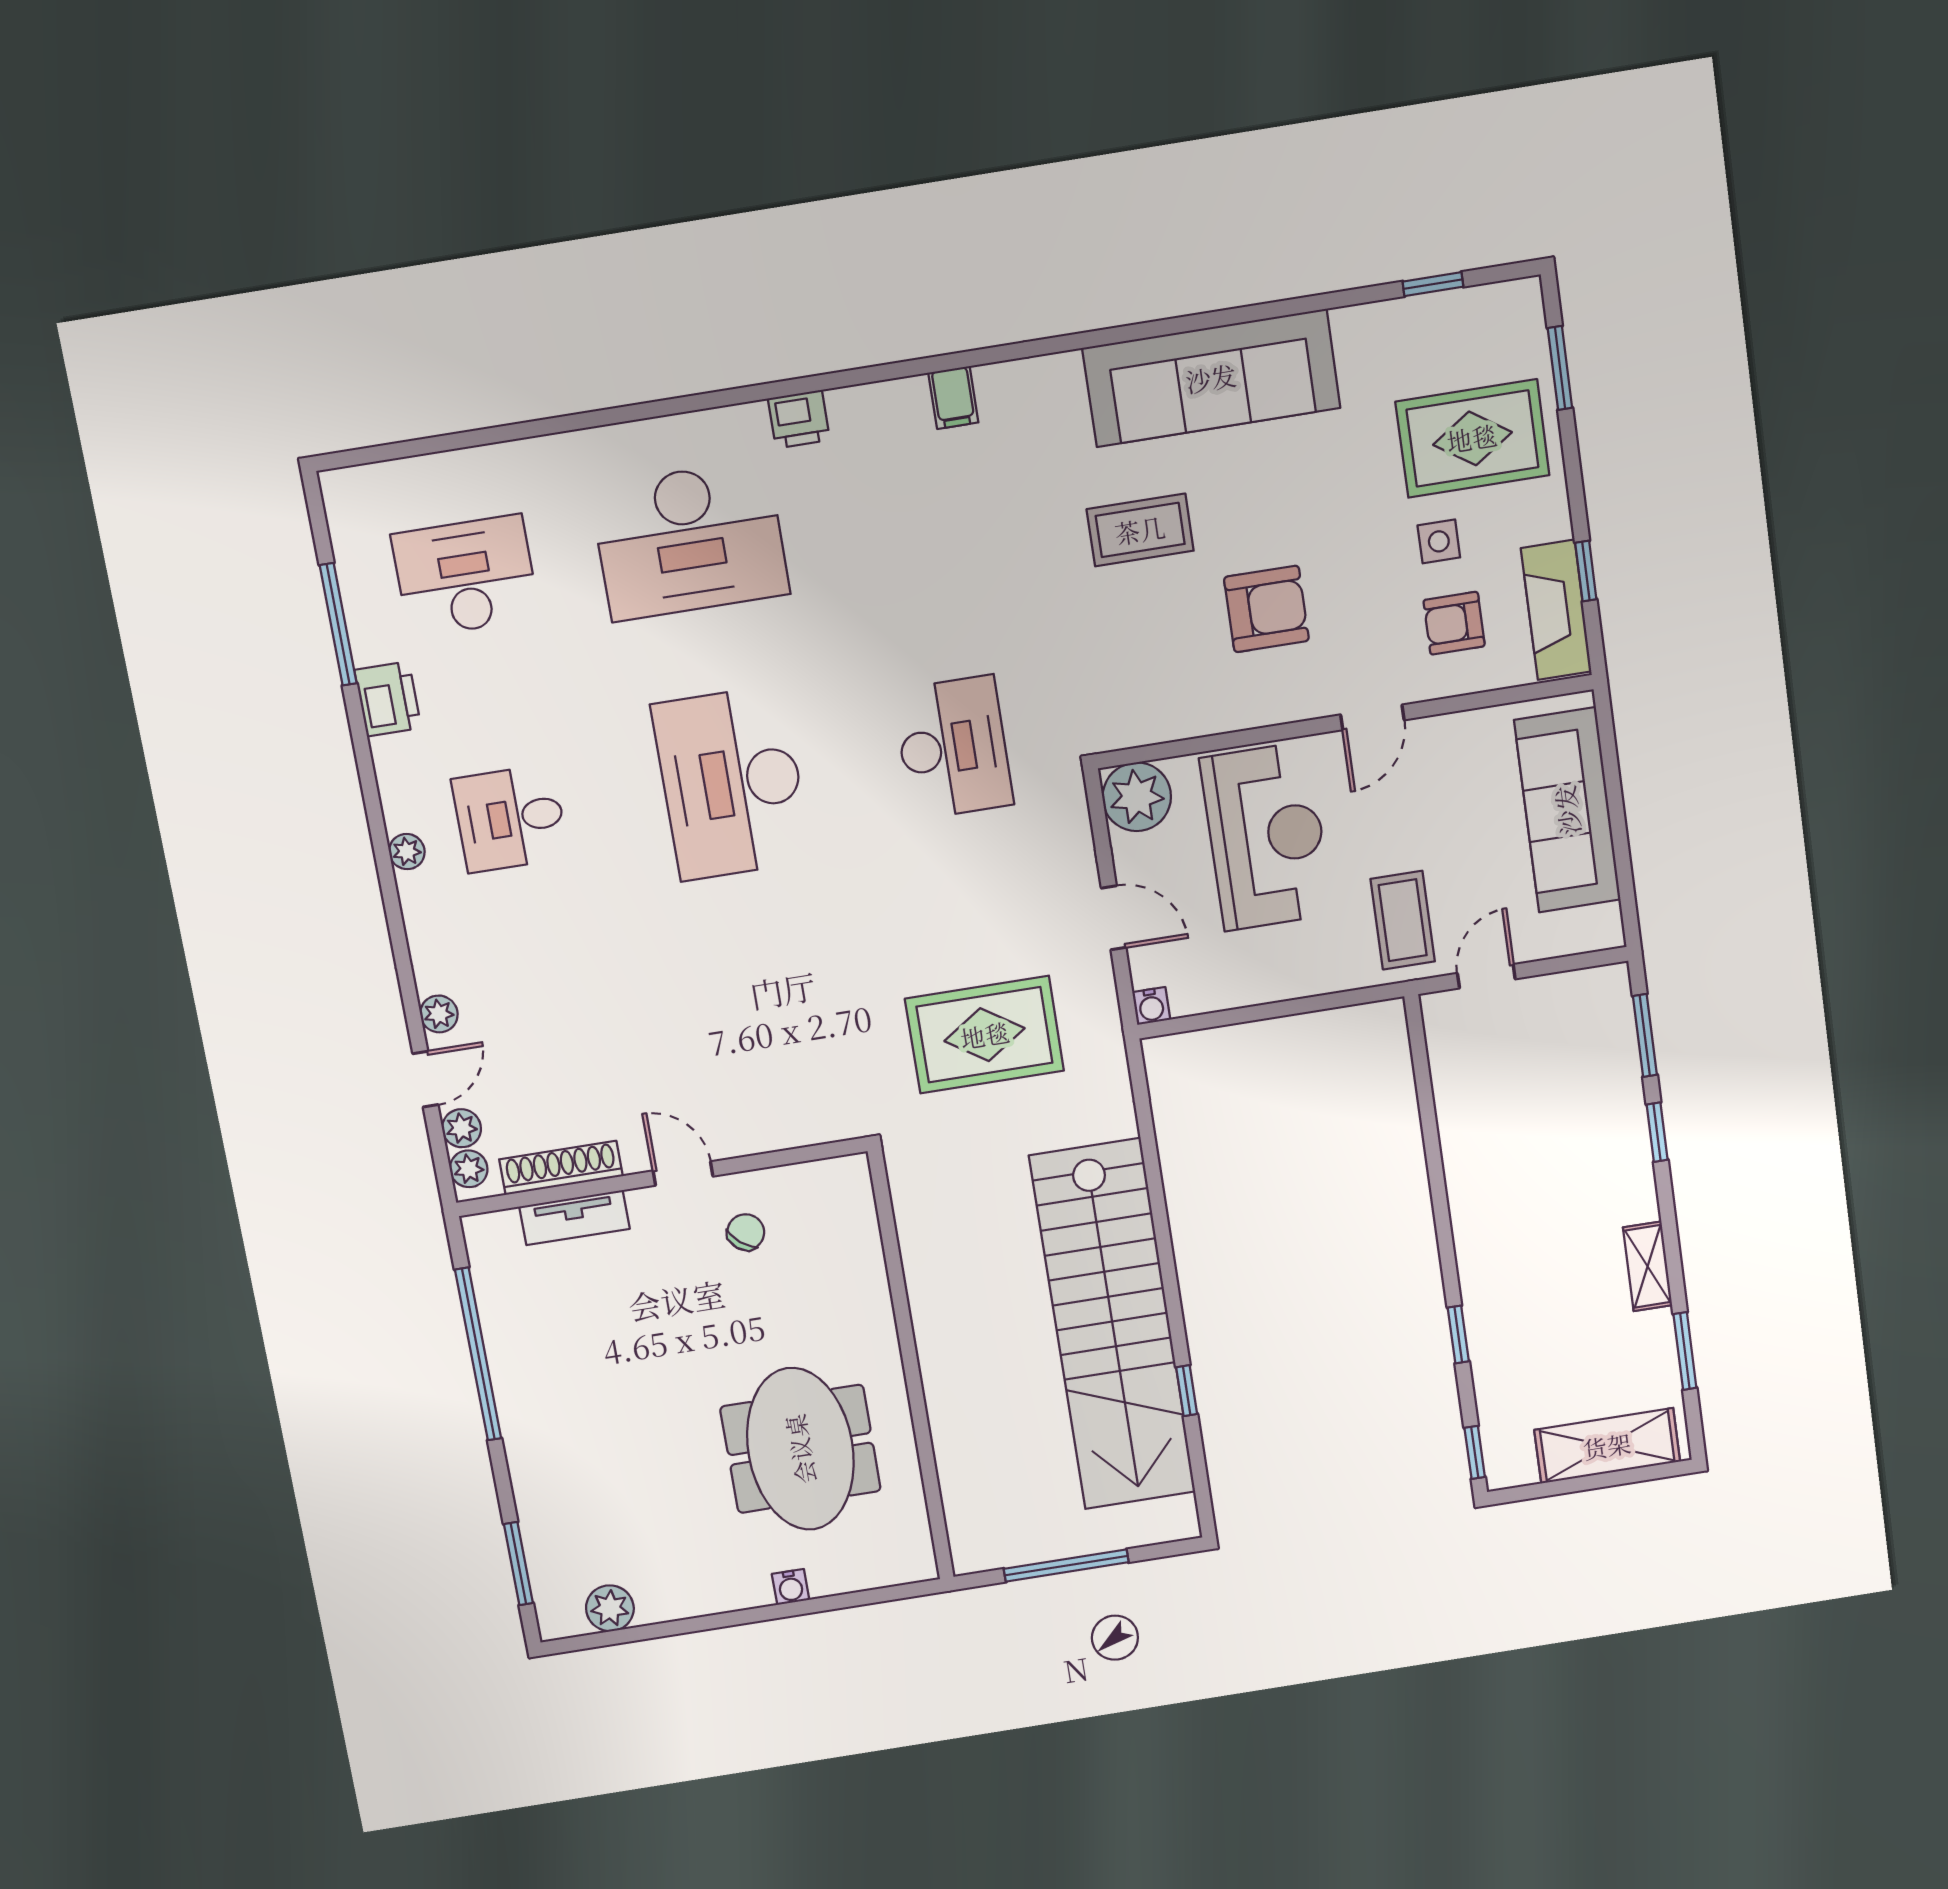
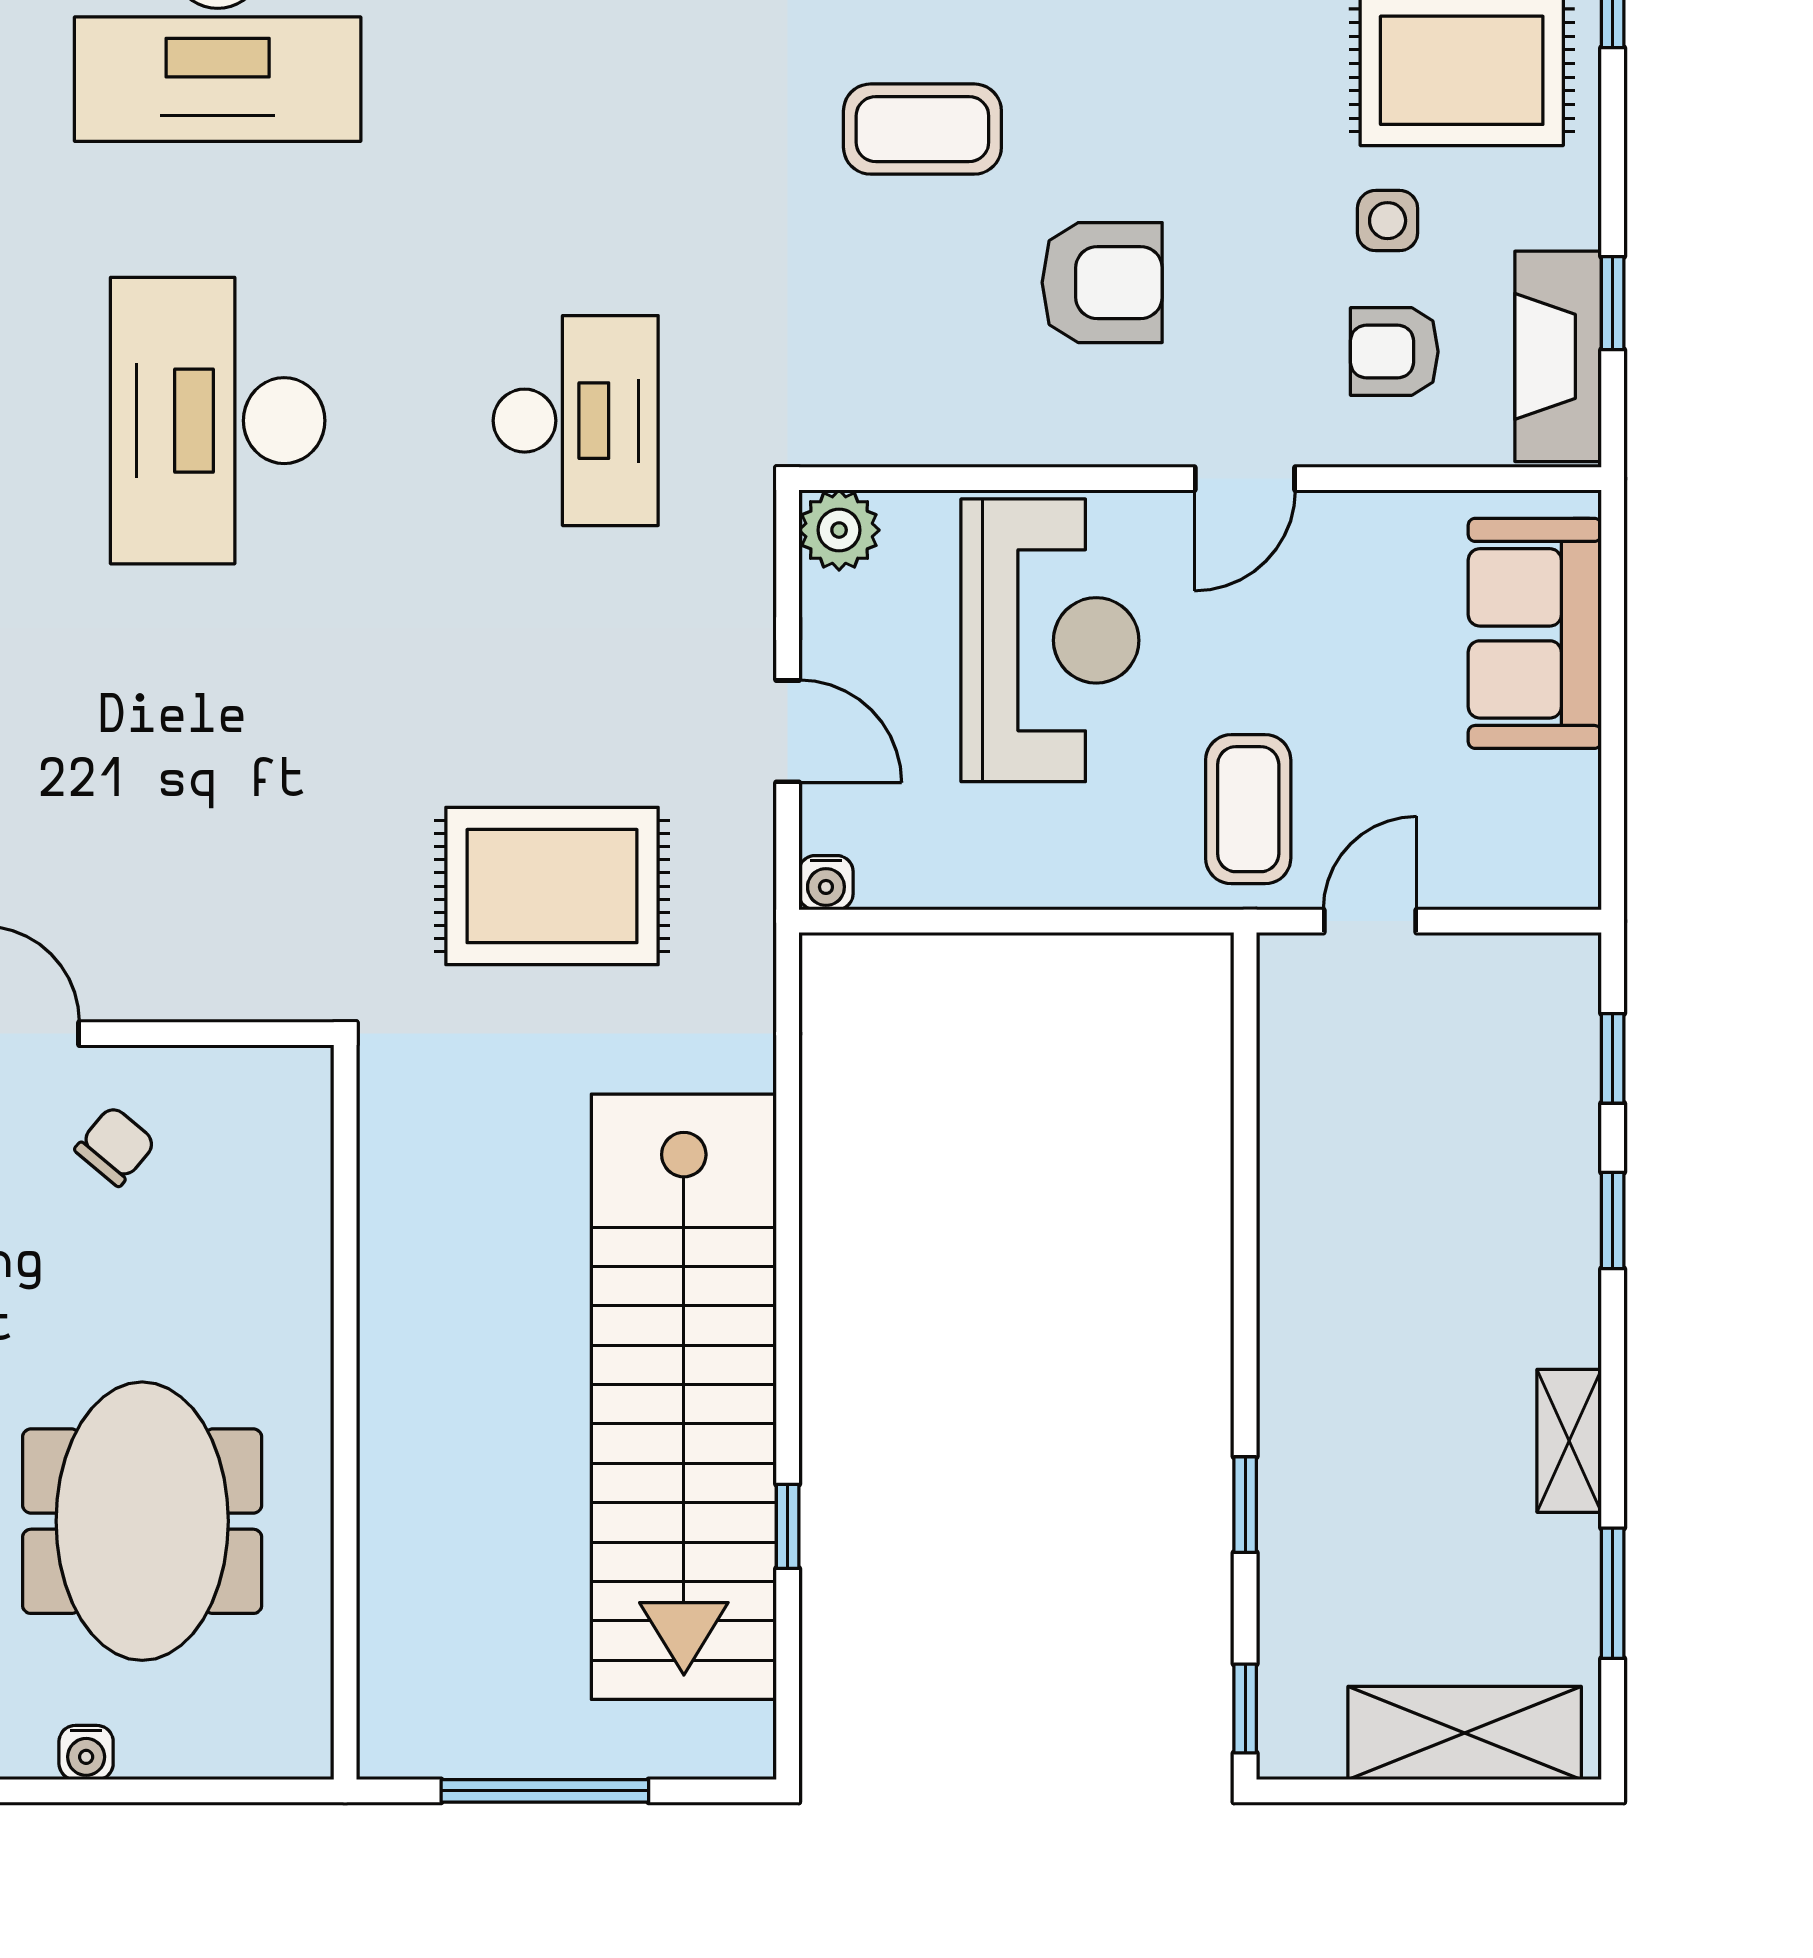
plant: (1137, 797) -> (839, 530), width x0.73, depth x0.73
sofa: (1567, 810) -> (1535, 633), width x0.73
window: (1645, 1035) -> (1613, 1058), width x0.67

